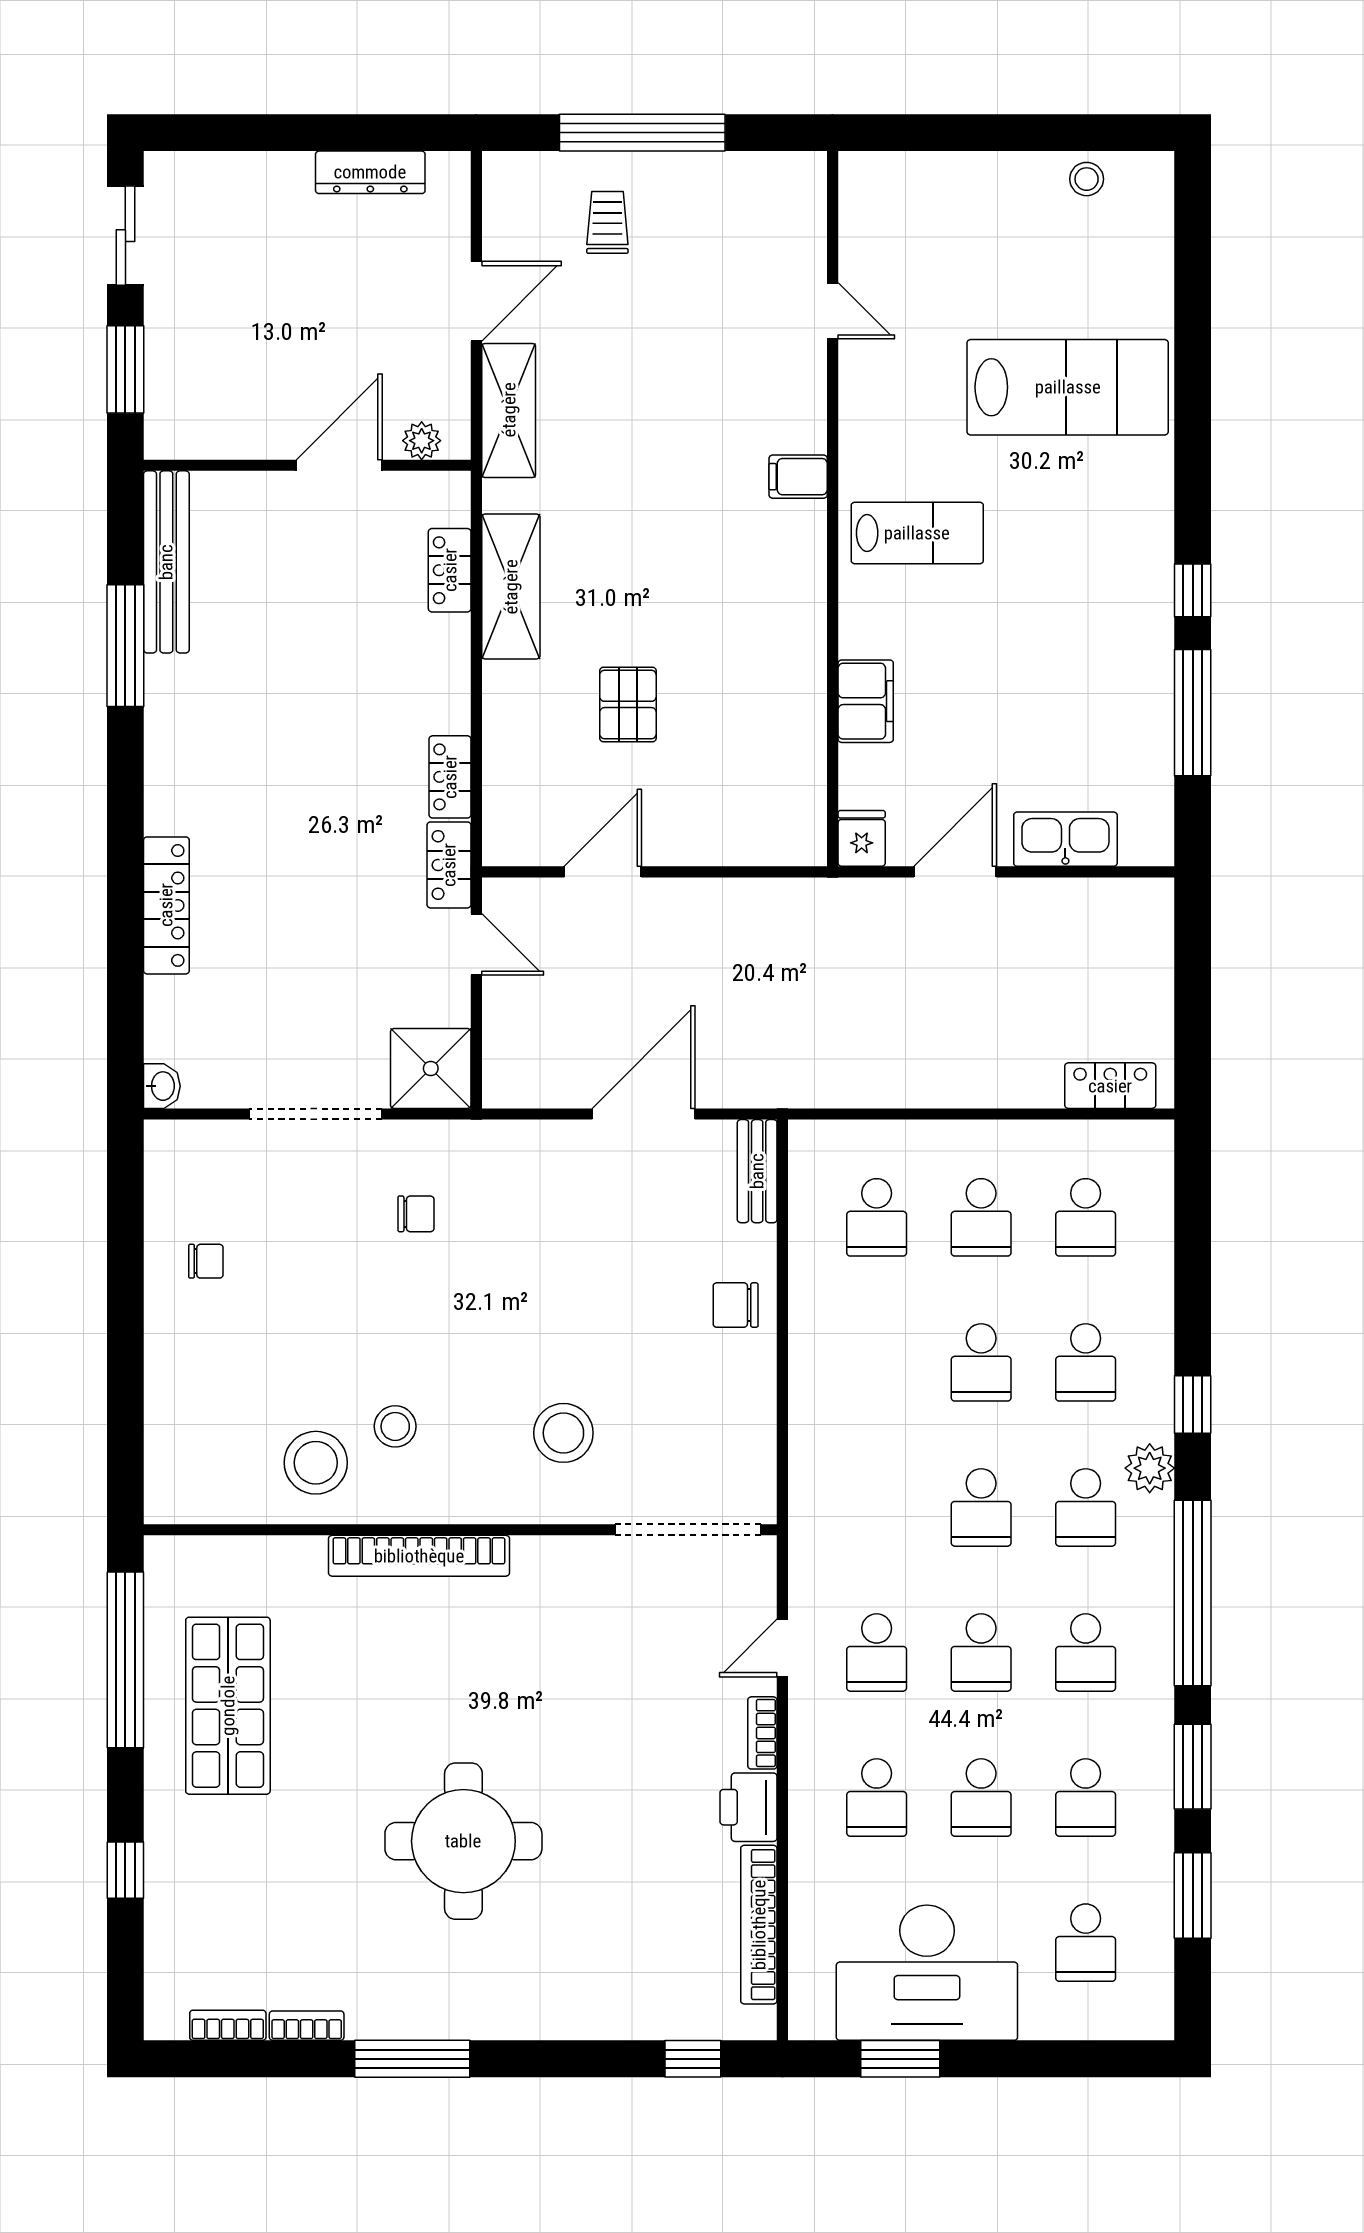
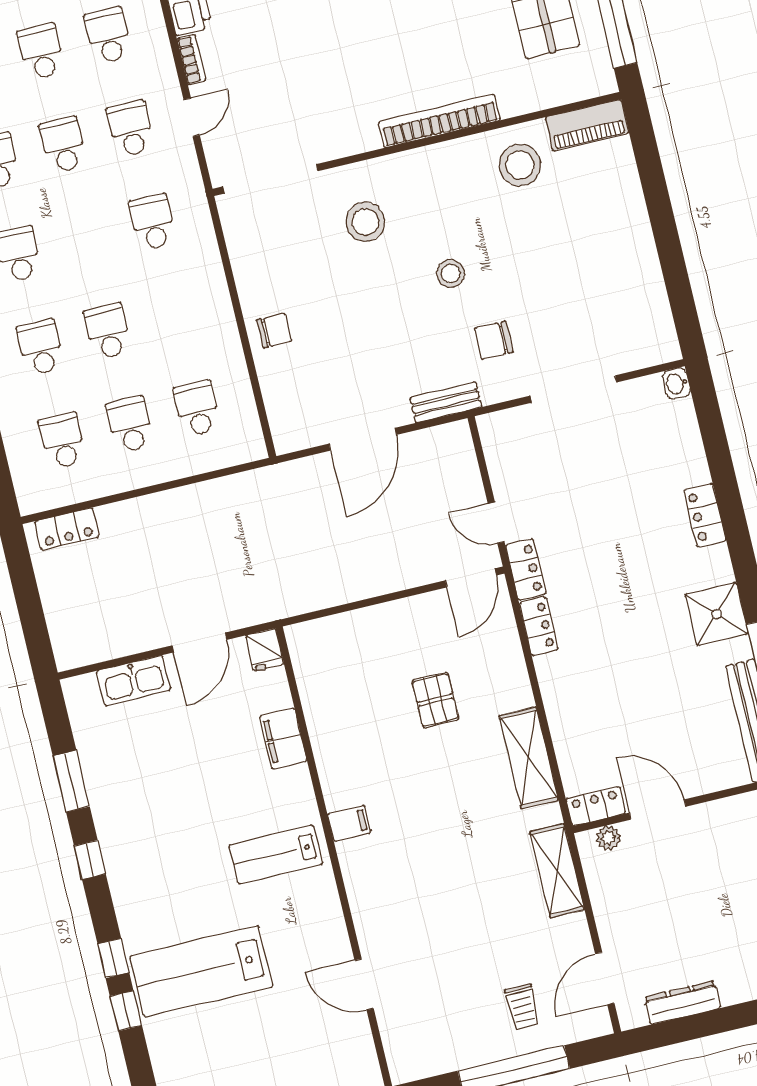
door: (476, 301) -> (605, 978), moved
door: (833, 311) -> (364, 984), width x1.38
window: (1193, 356) -> (126, 1011), added
window: (1193, 437) -> (113, 958), added
door: (339, 465) -> (658, 810), swing flipped
filing cabinet: (798, 477) -> (349, 823), moved
locker: (450, 570) -> (596, 806), moved, turned -90
window: (1193, 713) -> (71, 781), width x0.69
door: (603, 872) -> (471, 578), moved
locker: (166, 905) -> (705, 515), width x0.66
shower: (431, 1068) -> (717, 614), moved
bench: (757, 1171) -> (446, 402), moved, turned 90
chair: (416, 1214) -> (494, 340), width x1.37, depth x1.37
chair: (206, 1261) -> (621, 278), removed
stool: (395, 1426) -> (451, 274), moved
piano: (203, 1498) -> (587, 125), added
school desk: (981, 1507) -> (153, 222), moved

